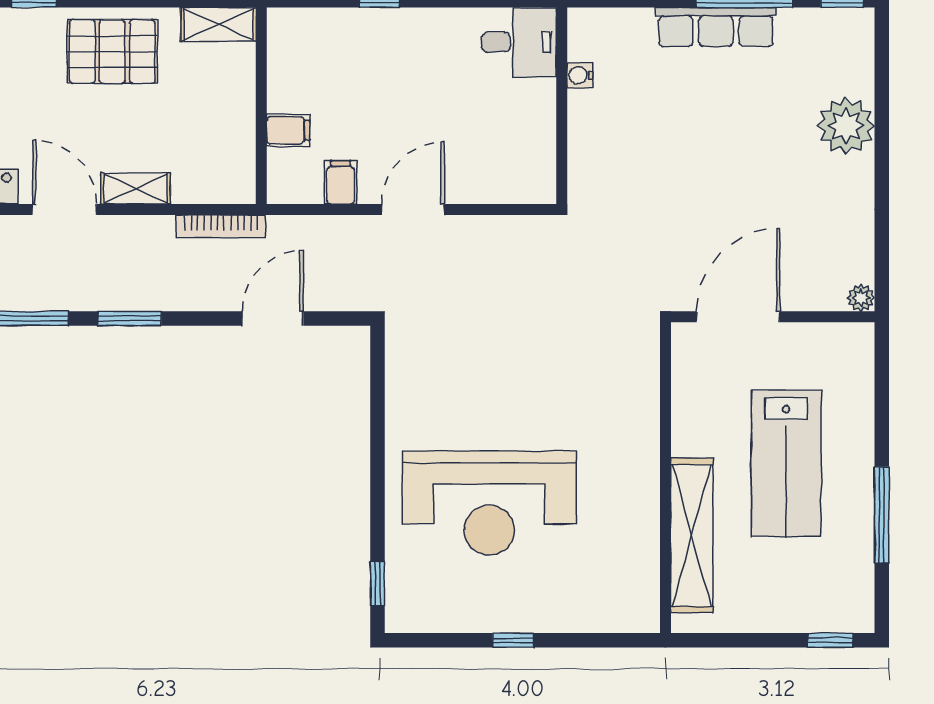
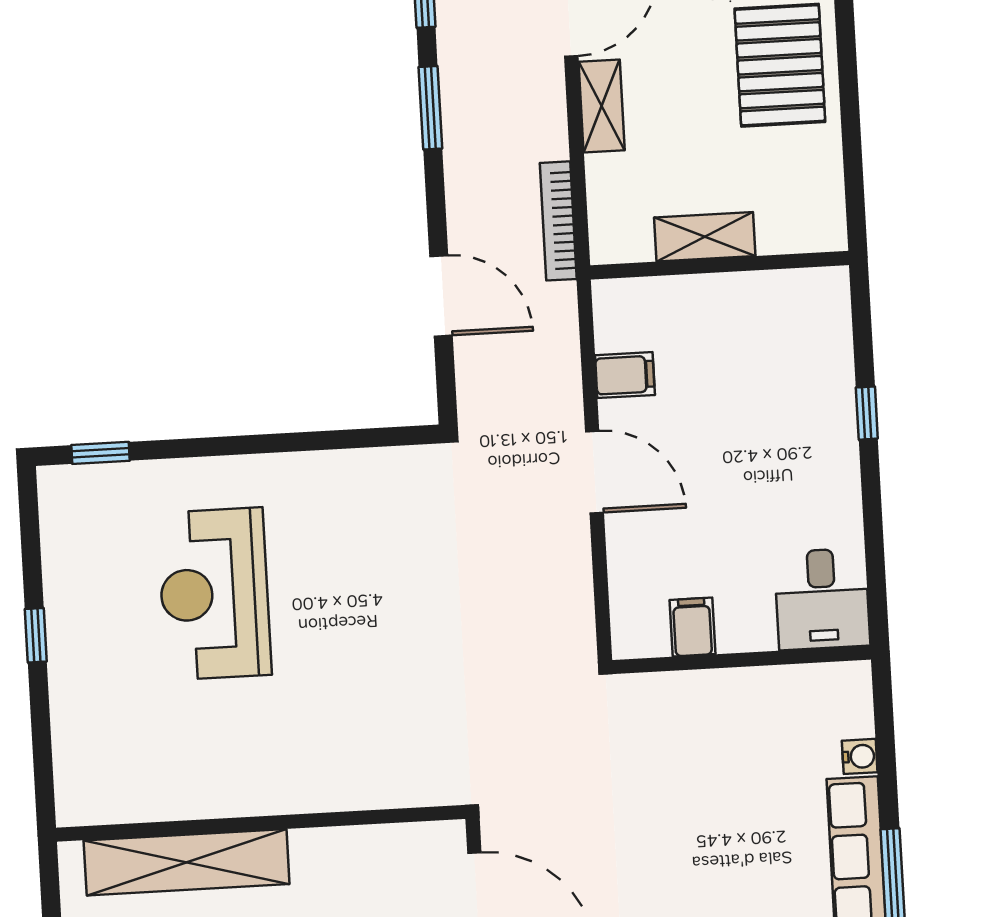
shelving: (218, 24) -> (705, 237), moved, turned 90
water cooler: (580, 75) -> (860, 756), moved, turned 90
filing cabinet: (288, 130) -> (692, 627), moved, turned 180
reception desk: (489, 503) -> (214, 594), width x0.74, depth x0.77

